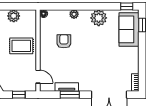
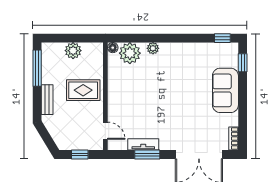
plant: (99, 18) -> (130, 53), moved
sofa: (129, 29) -> (225, 90), moved
armchair: (64, 41) -> (140, 84), removed

